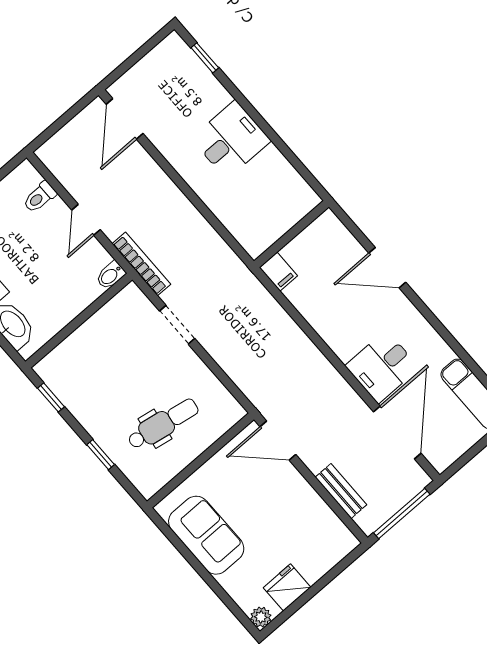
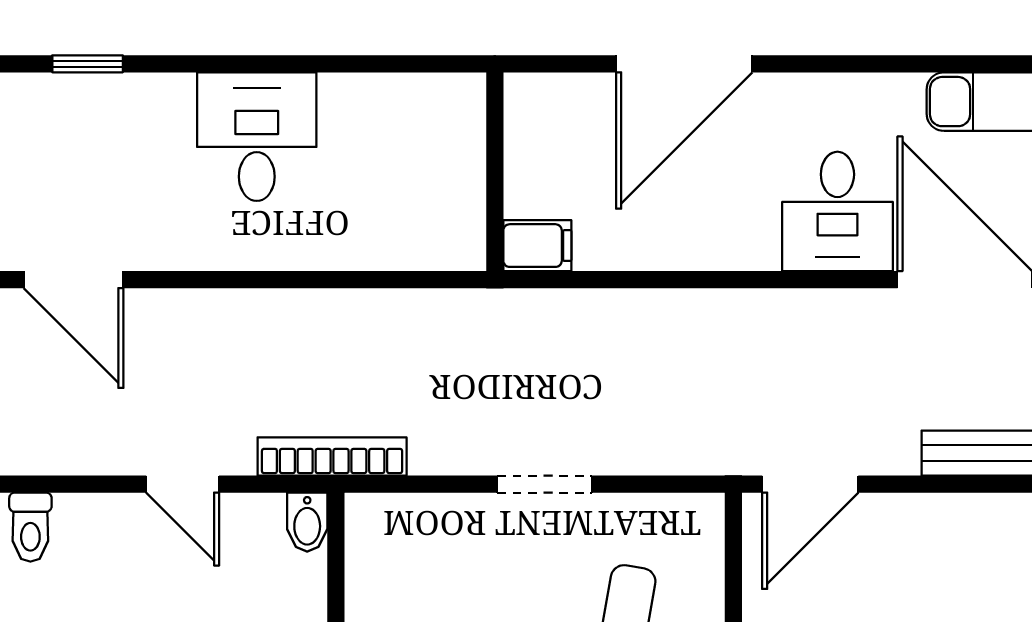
toilet: (40, 197) -> (30, 527), moved
door: (387, 268) -> (684, 64), width x1.36
doorway: (177, 325) -> (544, 484), moved

